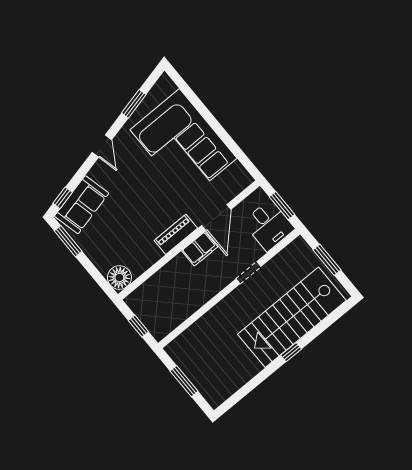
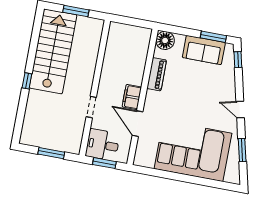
sofa: (82, 205) -> (204, 50), moved, turned -77
piano: (176, 234) -> (157, 74), moved
stairs: (292, 317) -> (53, 51), moved
window: (138, 326) -> (130, 21), removed

